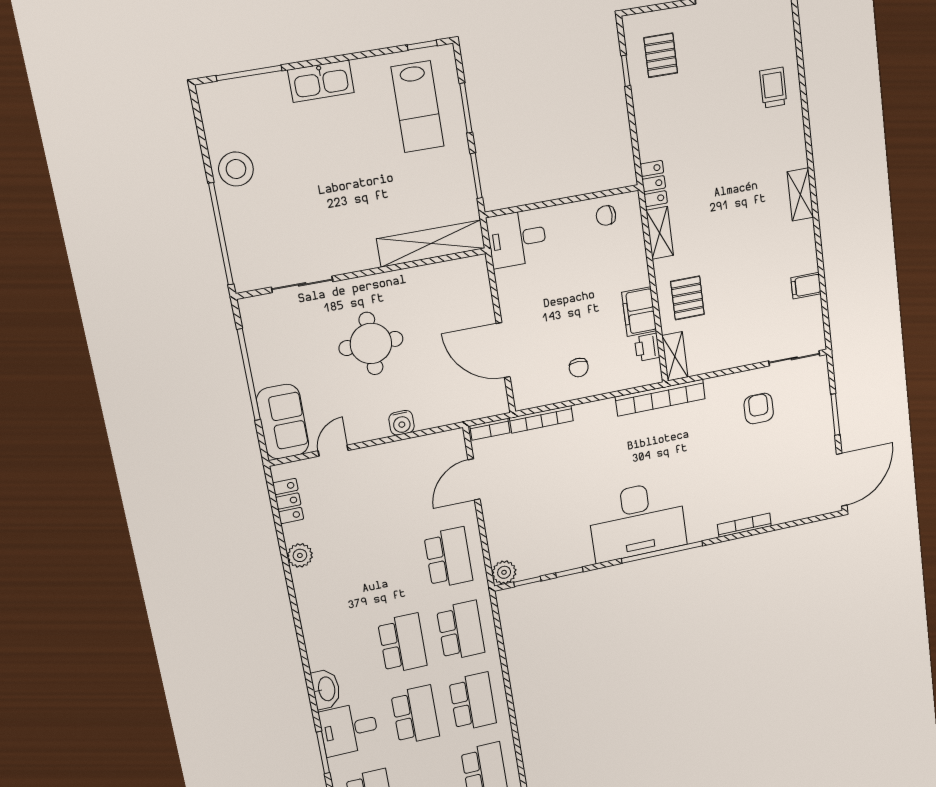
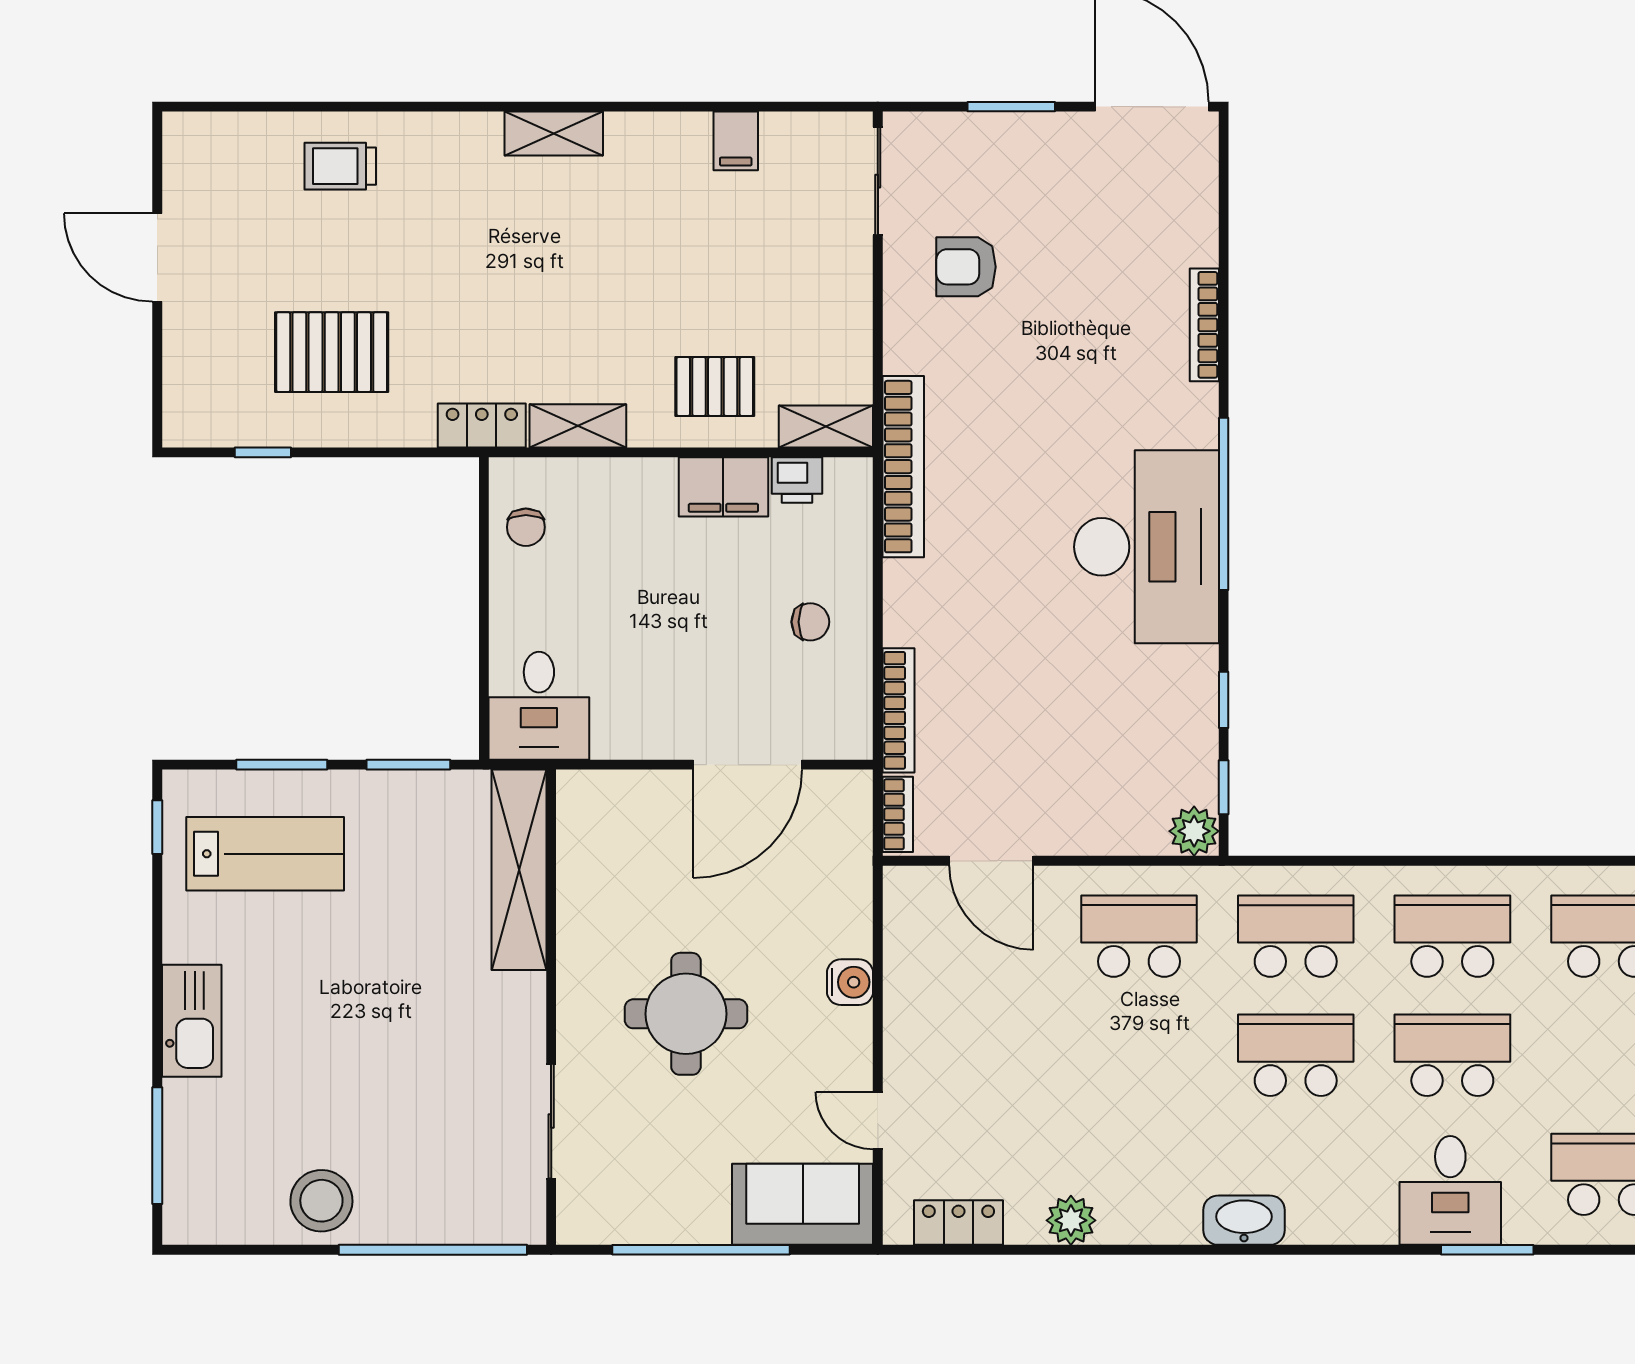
pallet: (661, 55) -> (332, 352), moved, width x1.50, depth x1.42
washbasin: (326, 689) -> (1244, 1220), moved

